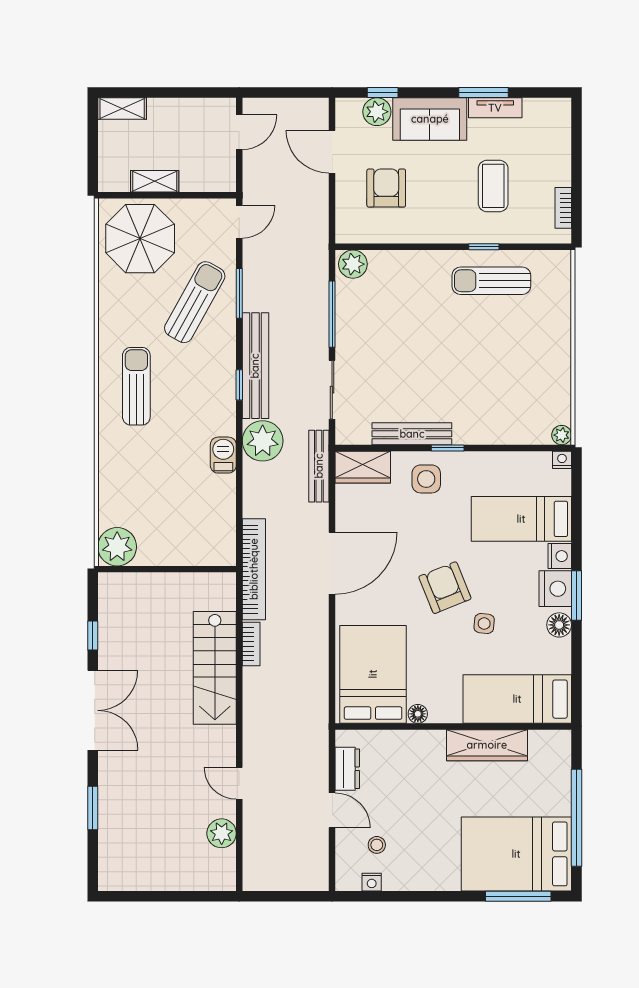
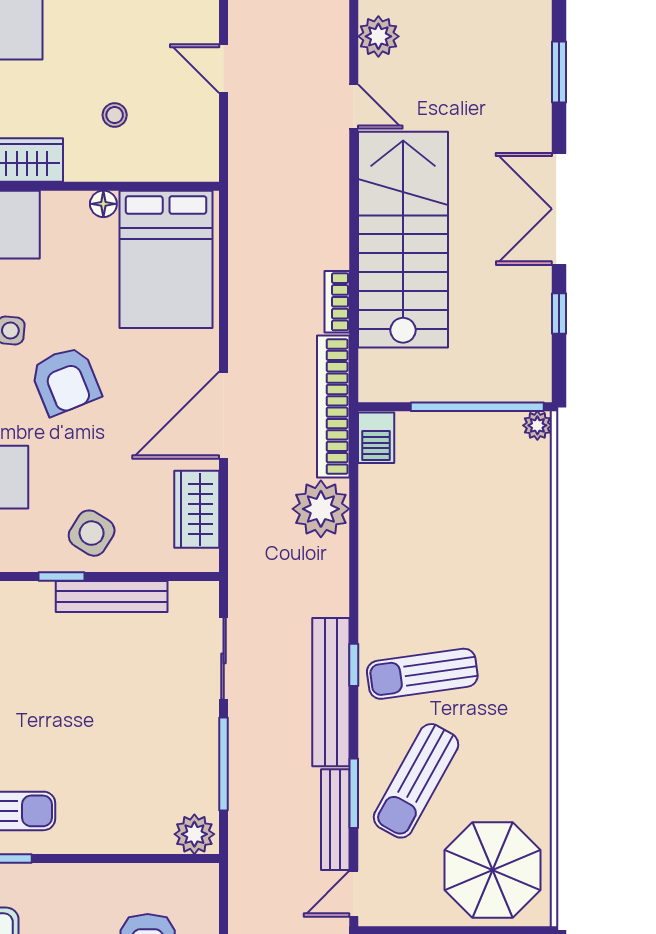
sun lounger: (136, 386) -> (422, 674), moved, turned 82
plant: (263, 441) -> (321, 509), moved
barbecue: (223, 455) -> (376, 438), moved
bench: (319, 466) -> (335, 820), moved
wardrobe: (363, 467) -> (197, 509), moved, turned -90
side table: (426, 479) -> (92, 533), turned 32
plant: (117, 547) -> (537, 425), width x0.53, depth x0.53
window: (151, 569) -> (477, 407), added
stairs: (215, 668) -> (403, 240), width x1.36, depth x1.51
dresser: (347, 769) -> (202, 127), removed
stool: (377, 845) -> (115, 115), moved

